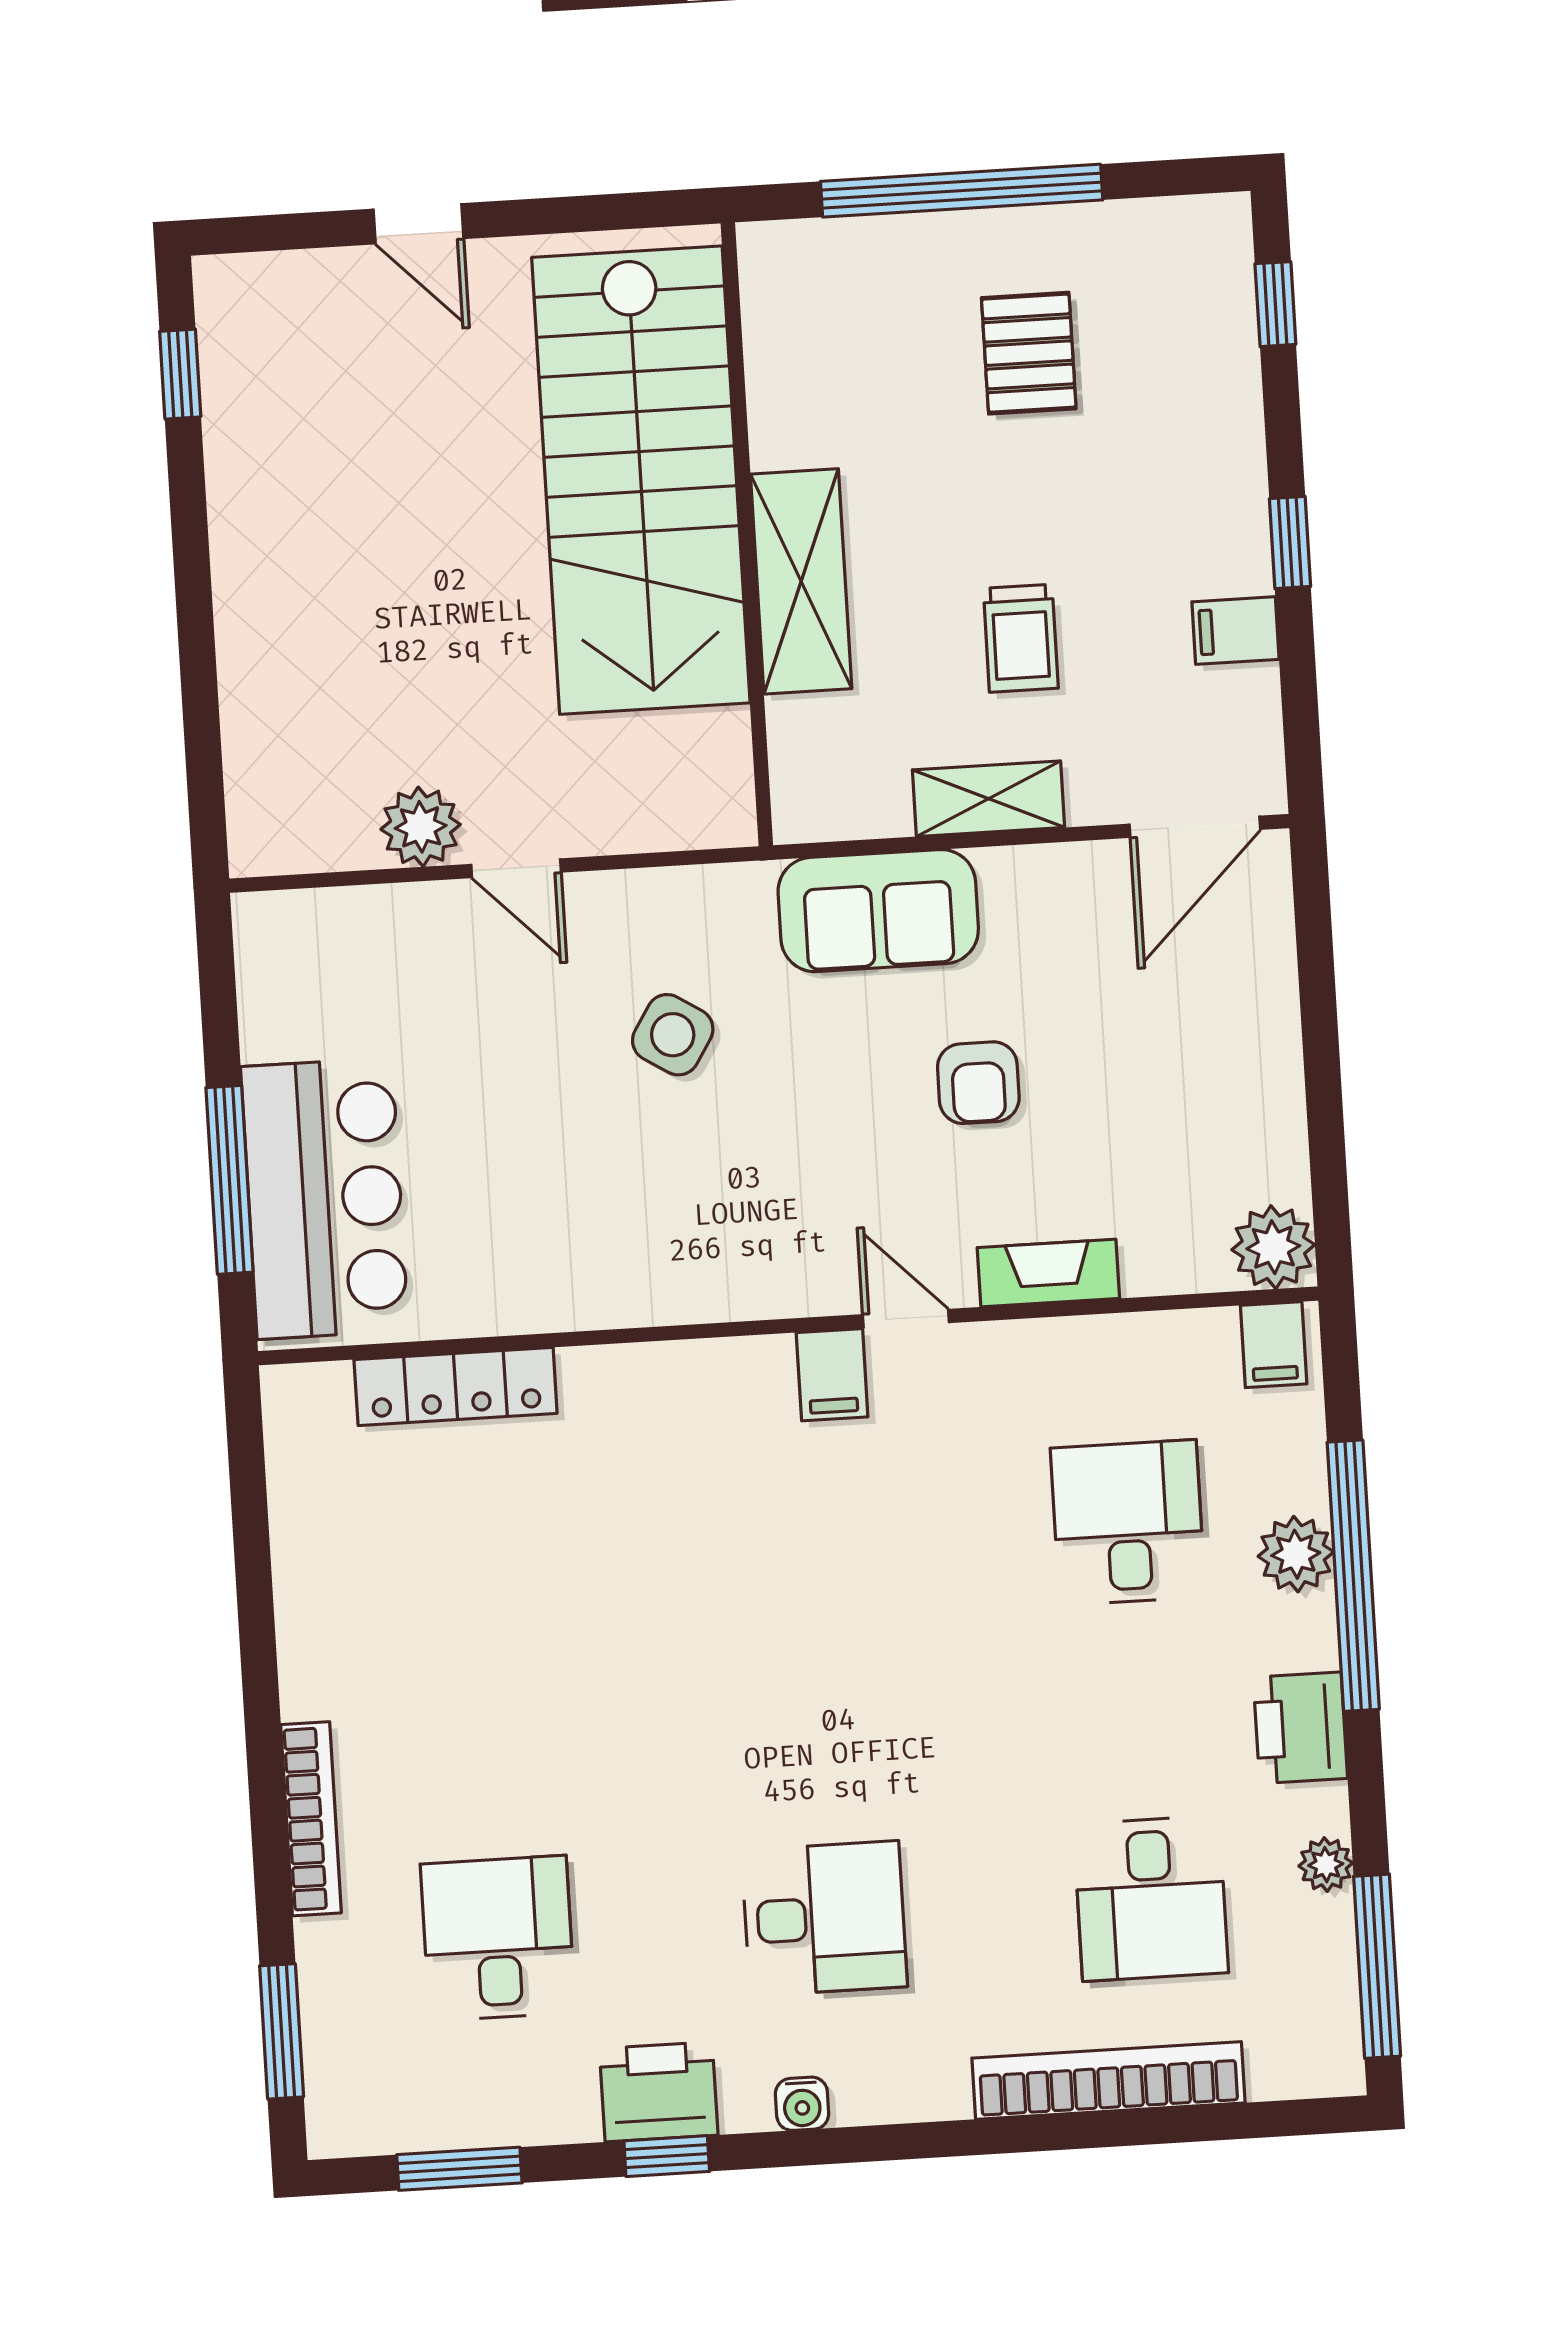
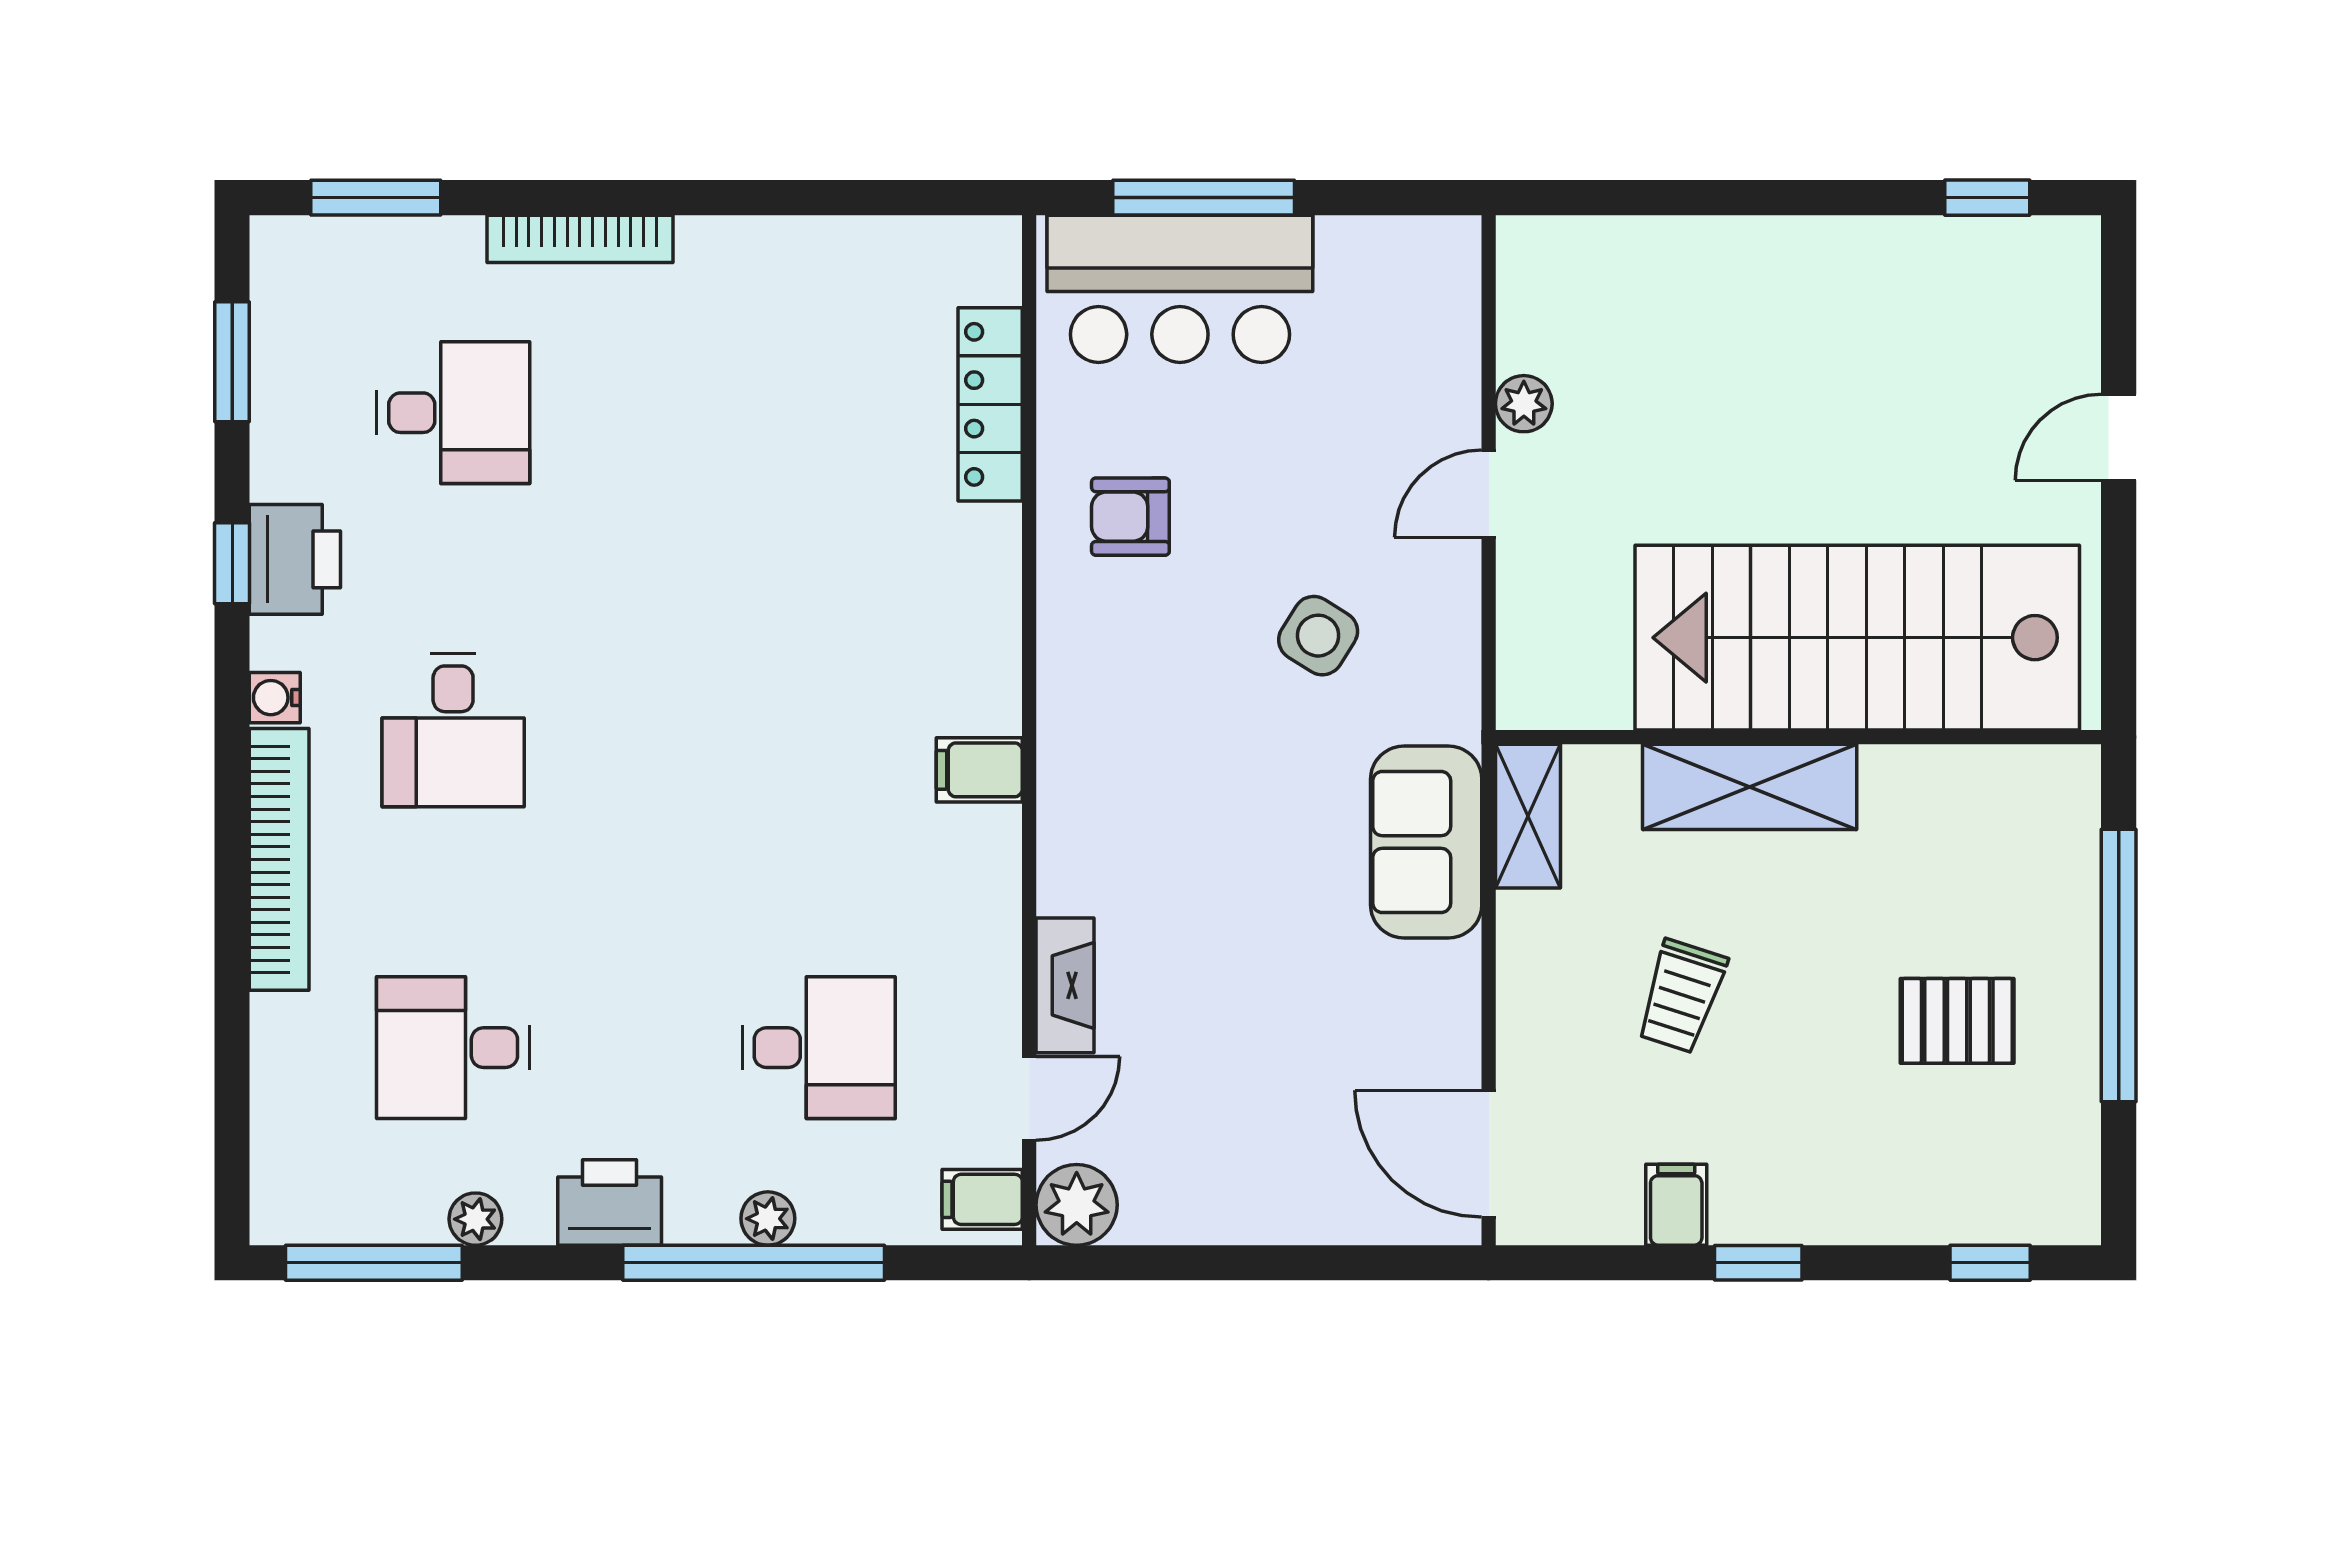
trolley: (1021, 638) -> (1681, 996), turned -72
shelving: (988, 799) -> (1528, 816), moved
plant: (421, 827) -> (1524, 404), width x0.73, depth x0.73
armchair: (978, 1083) -> (1130, 517), moved
door: (906, 1319) -> (1029, 1098), moved
plant: (1296, 1554) -> (768, 1219), width x0.73, depth x0.73
bookcase: (1108, 2080) -> (279, 859), moved

